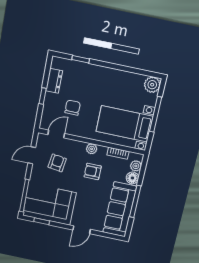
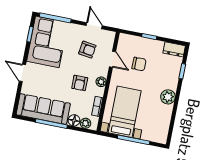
dresser: (54, 81) -> (174, 49), moved
plant: (152, 85) -> (168, 97), moved
door: (56, 134) -> (112, 59), moved
armchair: (93, 171) -> (80, 83), turned 180

